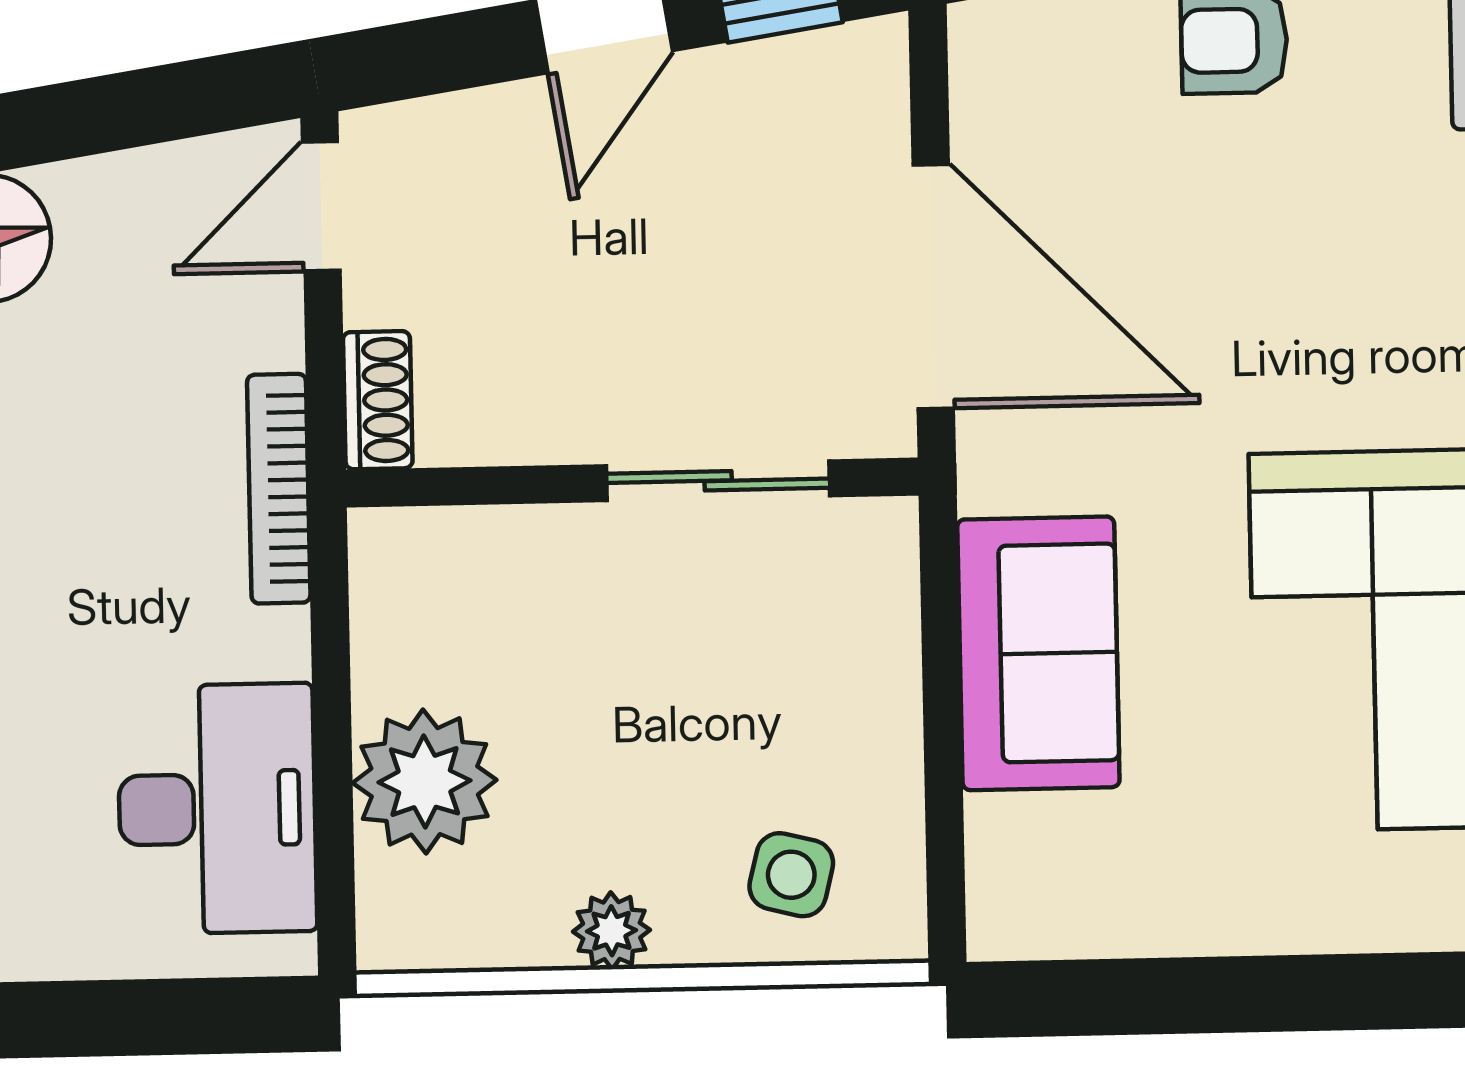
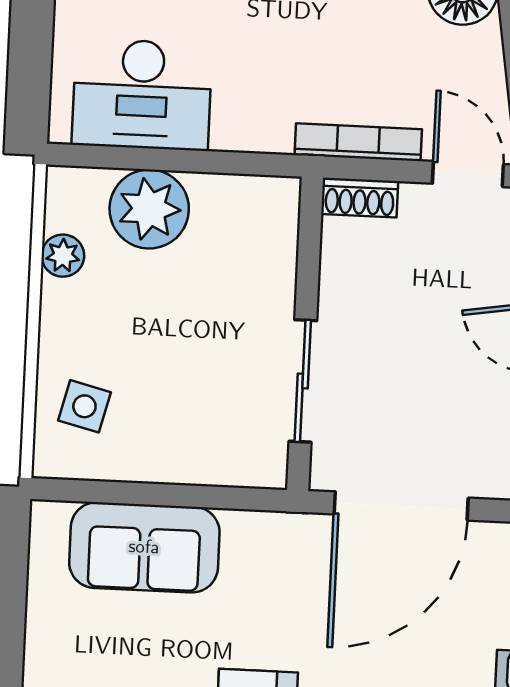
bookcase: (279, 489) -> (358, 142), moved
sofa: (1038, 653) -> (144, 547), moved
plant: (612, 931) -> (63, 256), moved

